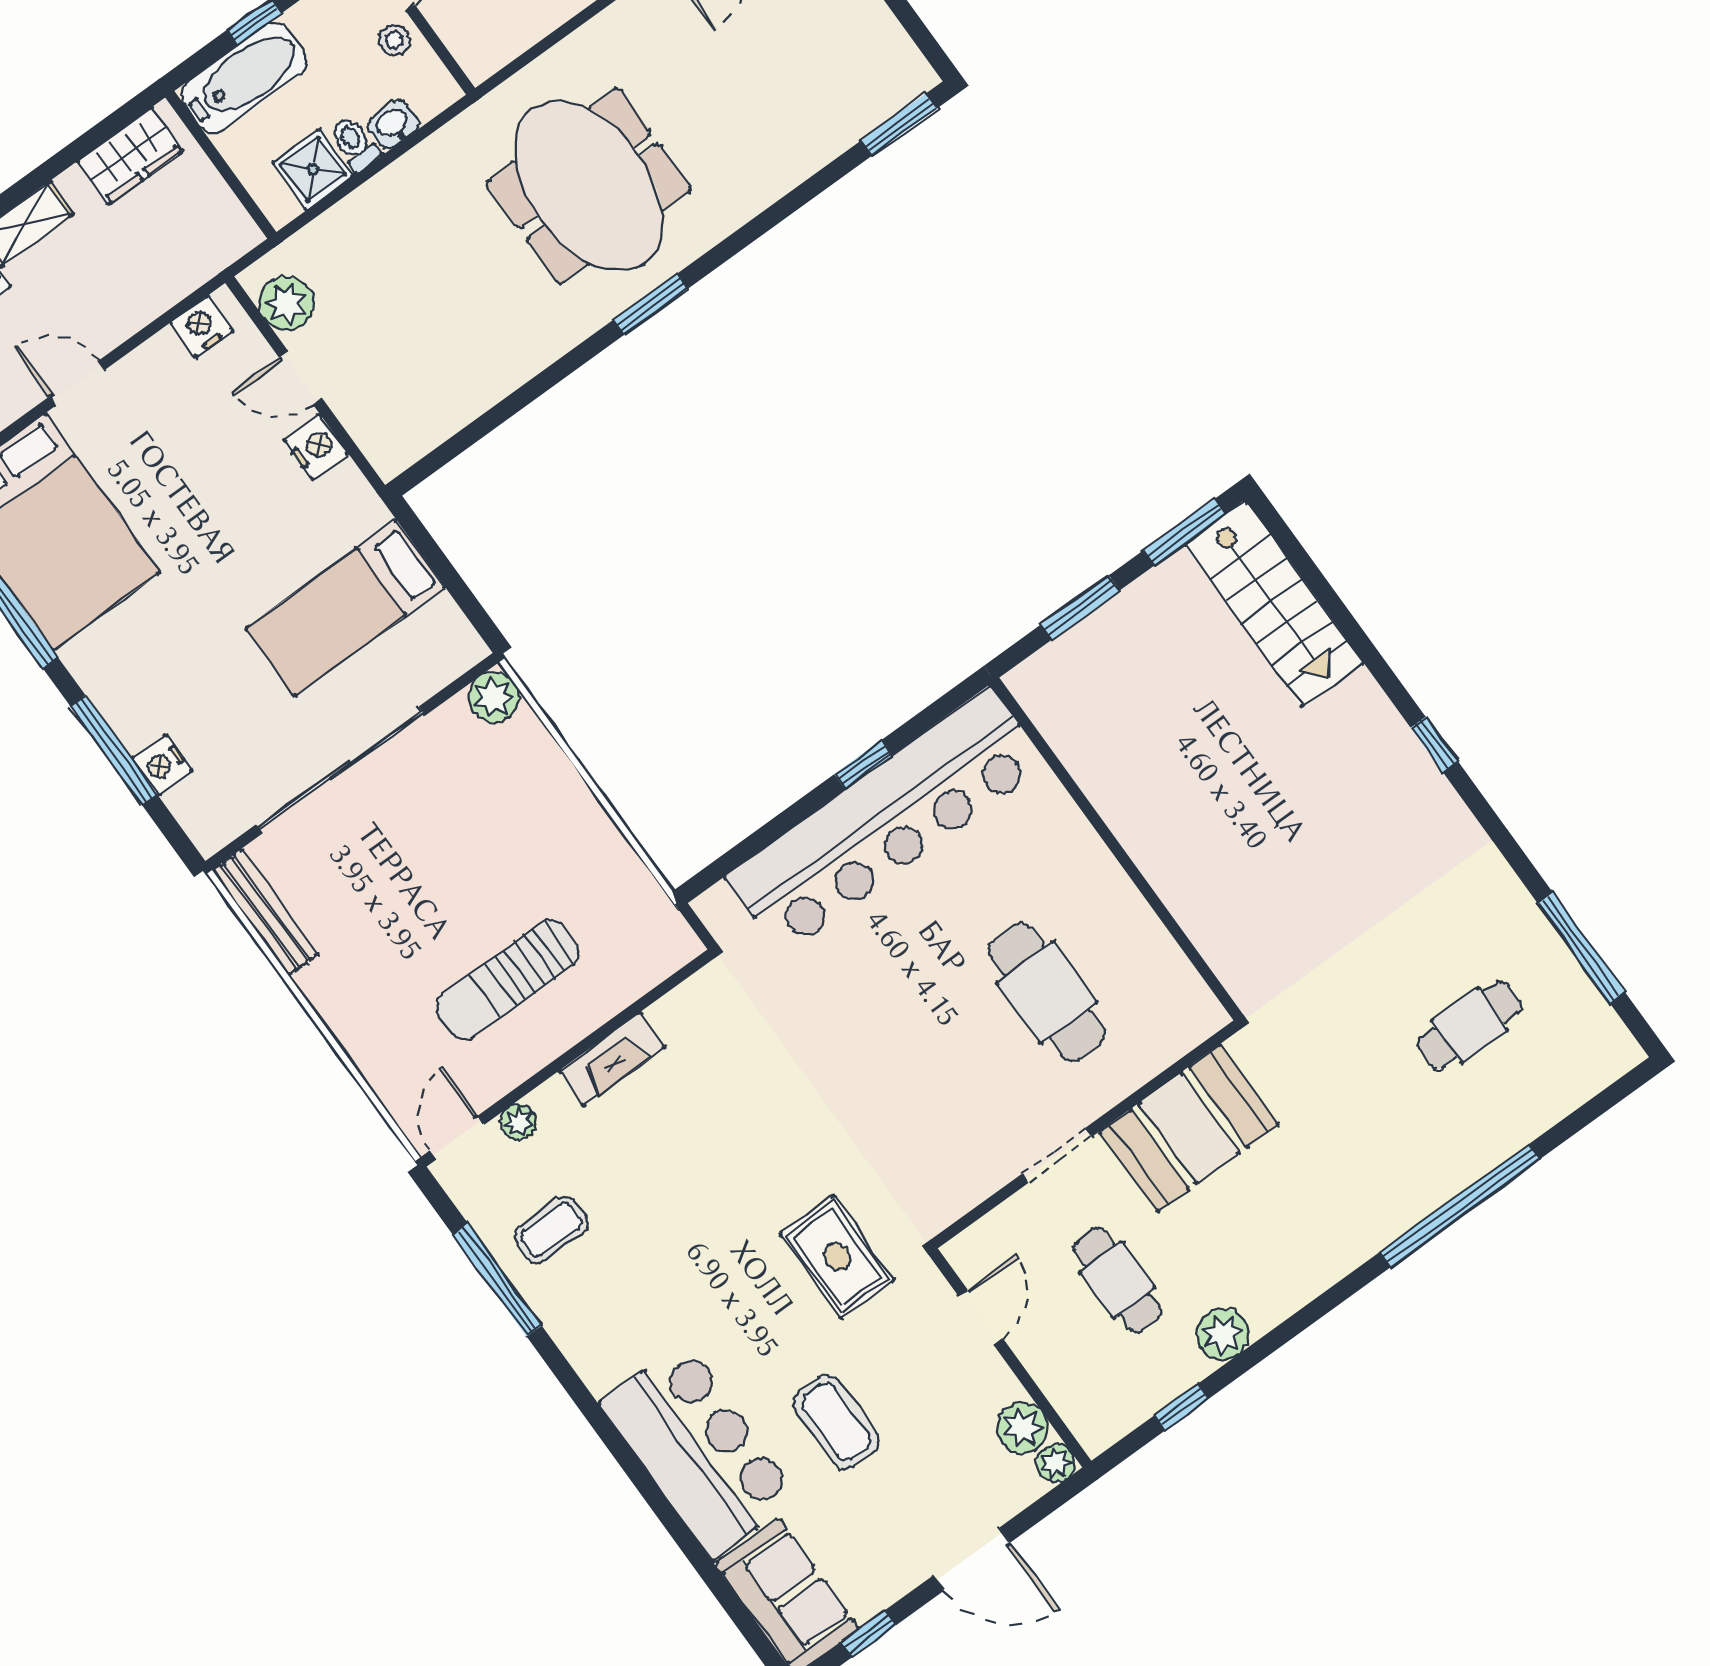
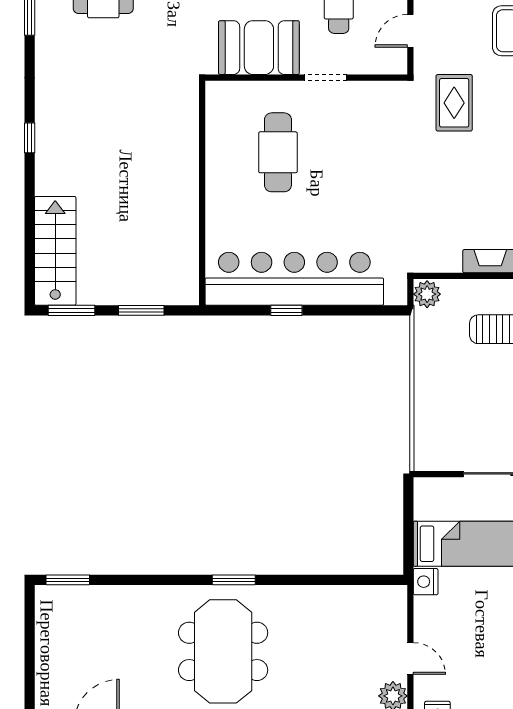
nightstand: (316, 447) -> (426, 582), moved
plant: (494, 697) -> (427, 294), moved

